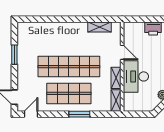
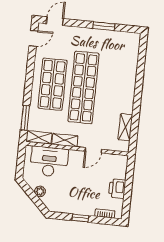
desk: (136, 76) -> (49, 162), moved
door: (31, 114) -> (33, 38), hinge flipped
window: (79, 114) -> (25, 118), moved

